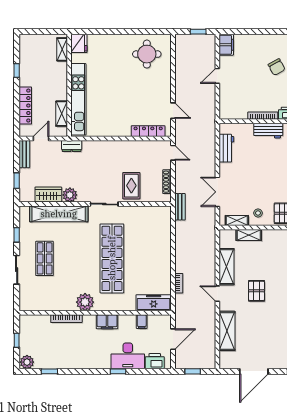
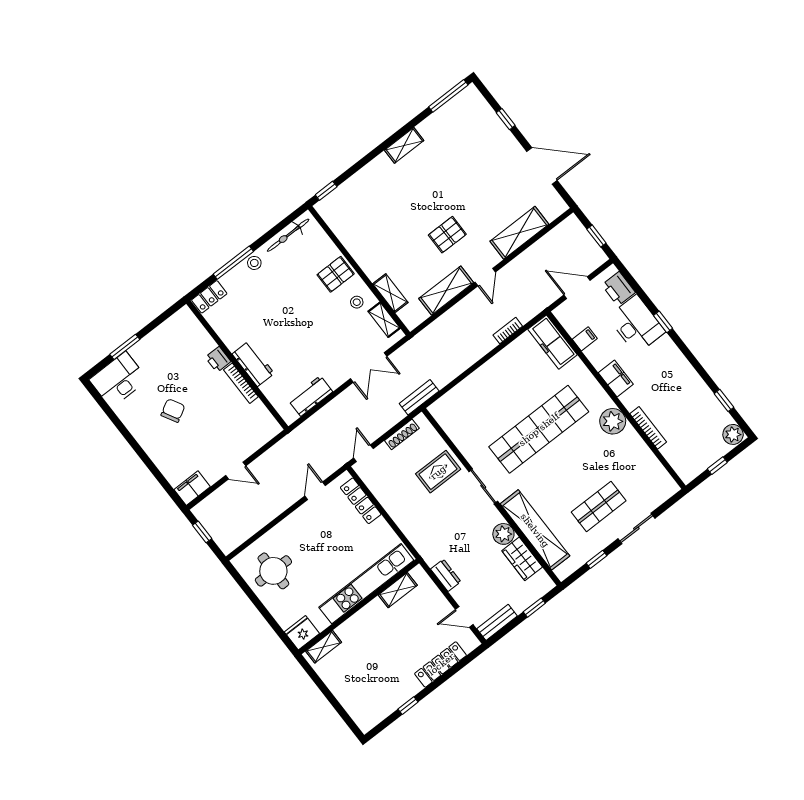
fridge: (79, 43) -> (302, 633), moved
shelving: (62, 49) -> (324, 647), moved
wall: (69, 85) -> (359, 607), moved
kitchen unit: (78, 99) -> (366, 584), moved
shelving: (62, 114) -> (398, 590), moved

